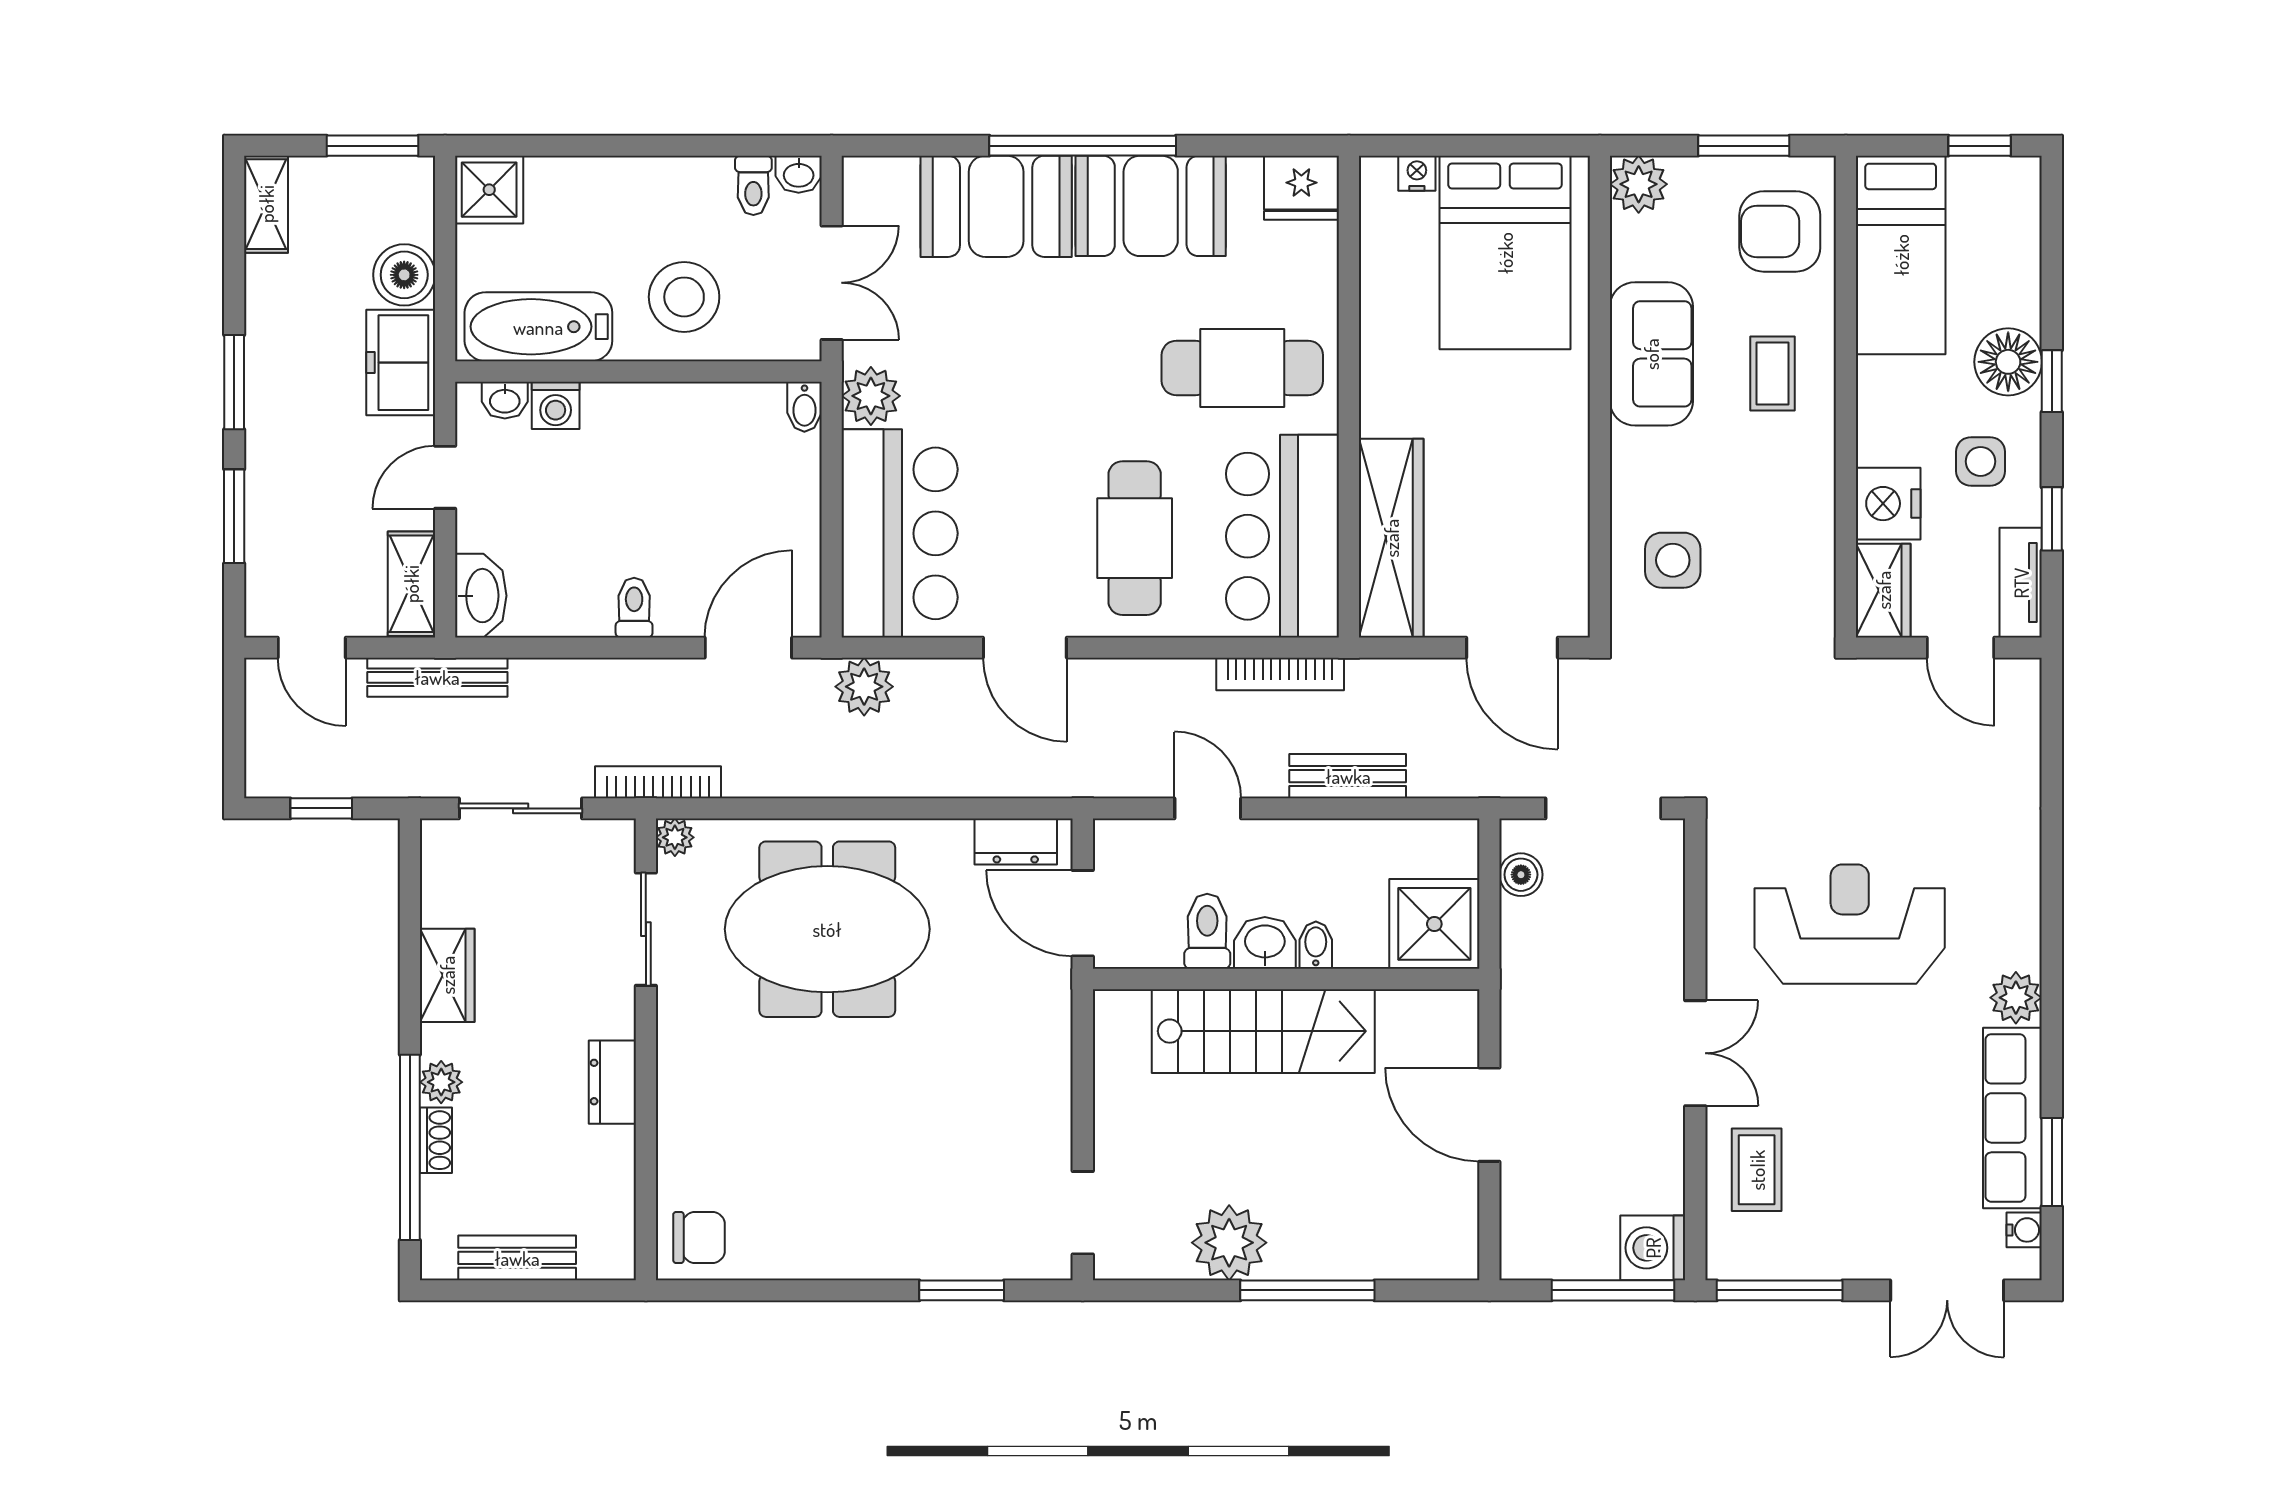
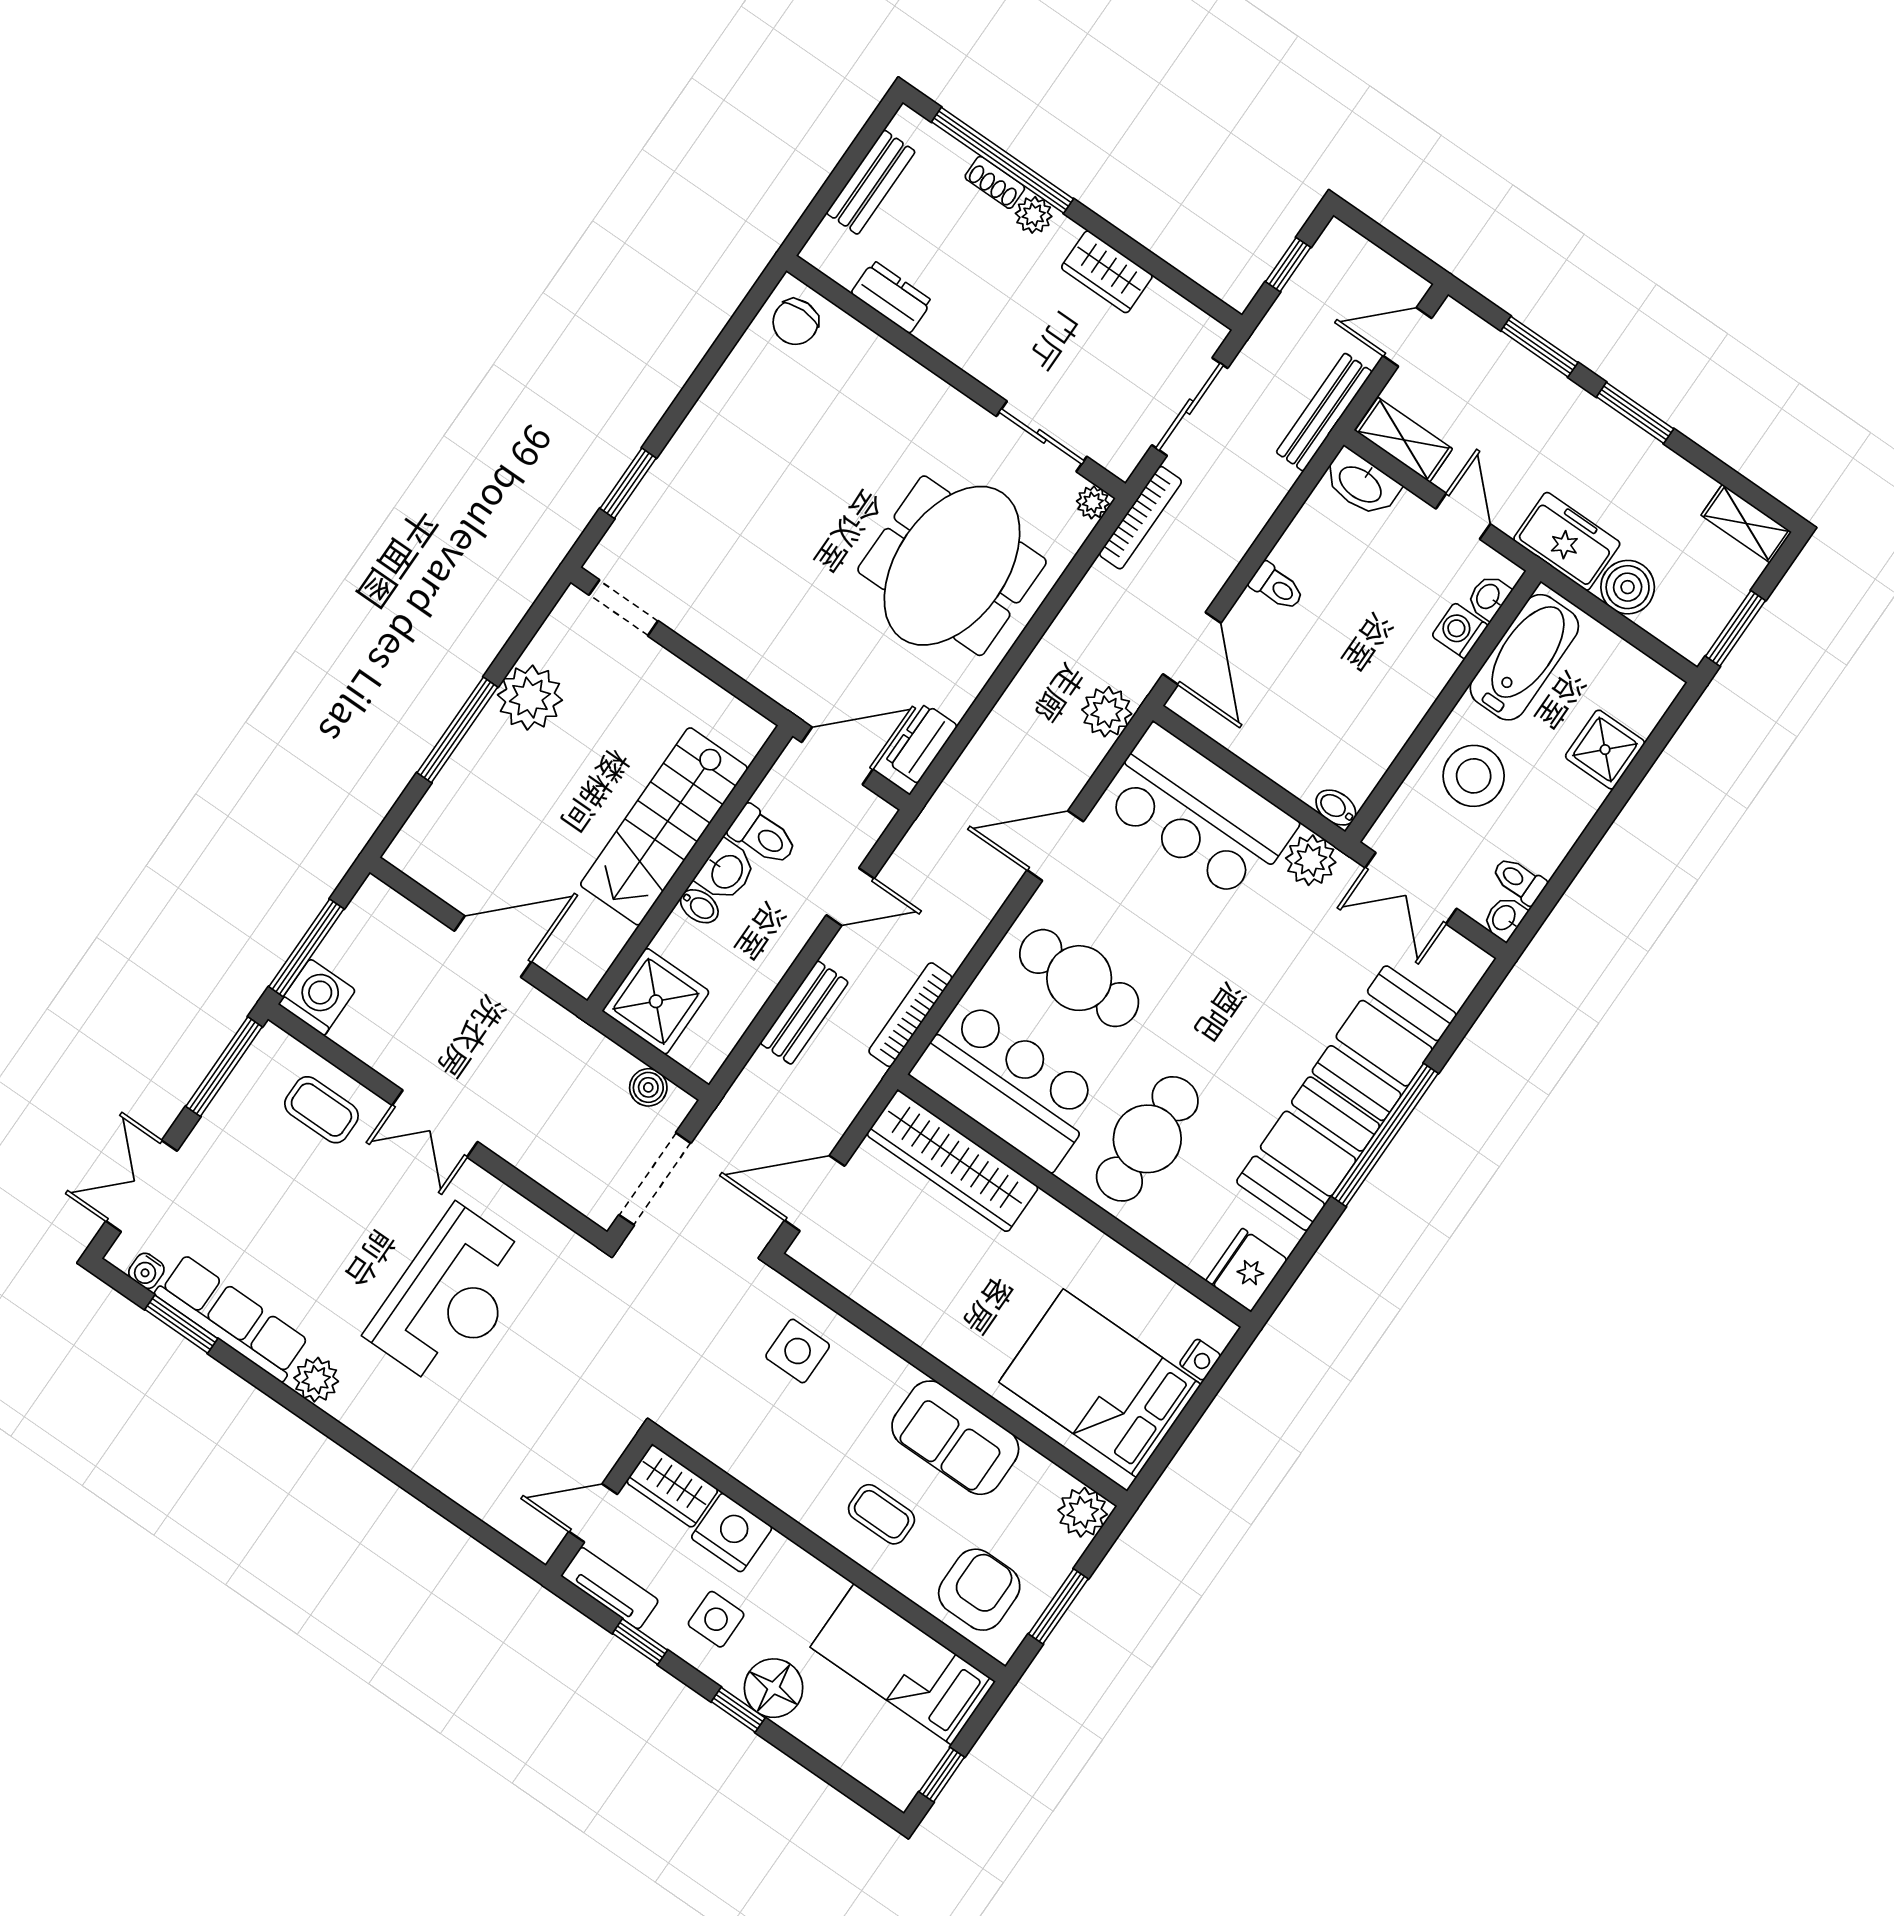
shower: (489, 190) -> (1605, 750), moved
dresser: (612, 1082) -> (891, 297), moved

